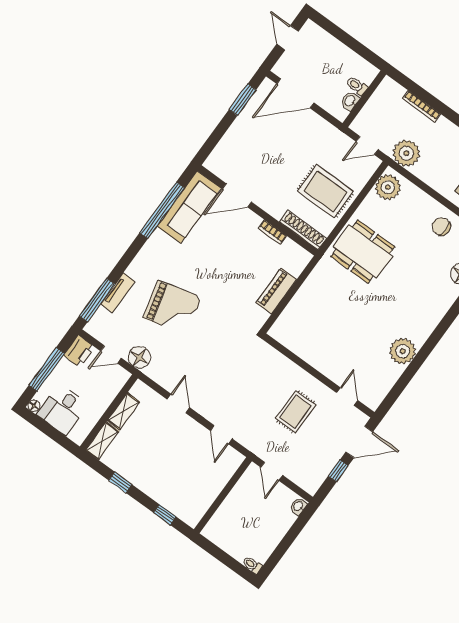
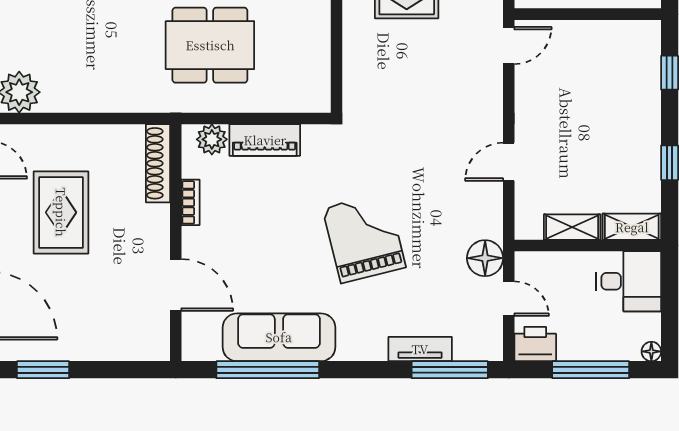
rug: (325, 191) -> (61, 212), moved
sofa: (189, 207) -> (279, 337), moved
dining table: (363, 252) -> (210, 45), moved, turned 90
plant: (296, 265) -> (212, 139), added
grand piano: (172, 308) -> (364, 238), moved
desk: (63, 410) -> (629, 281), moved
door: (221, 435) -> (509, 46), moved

